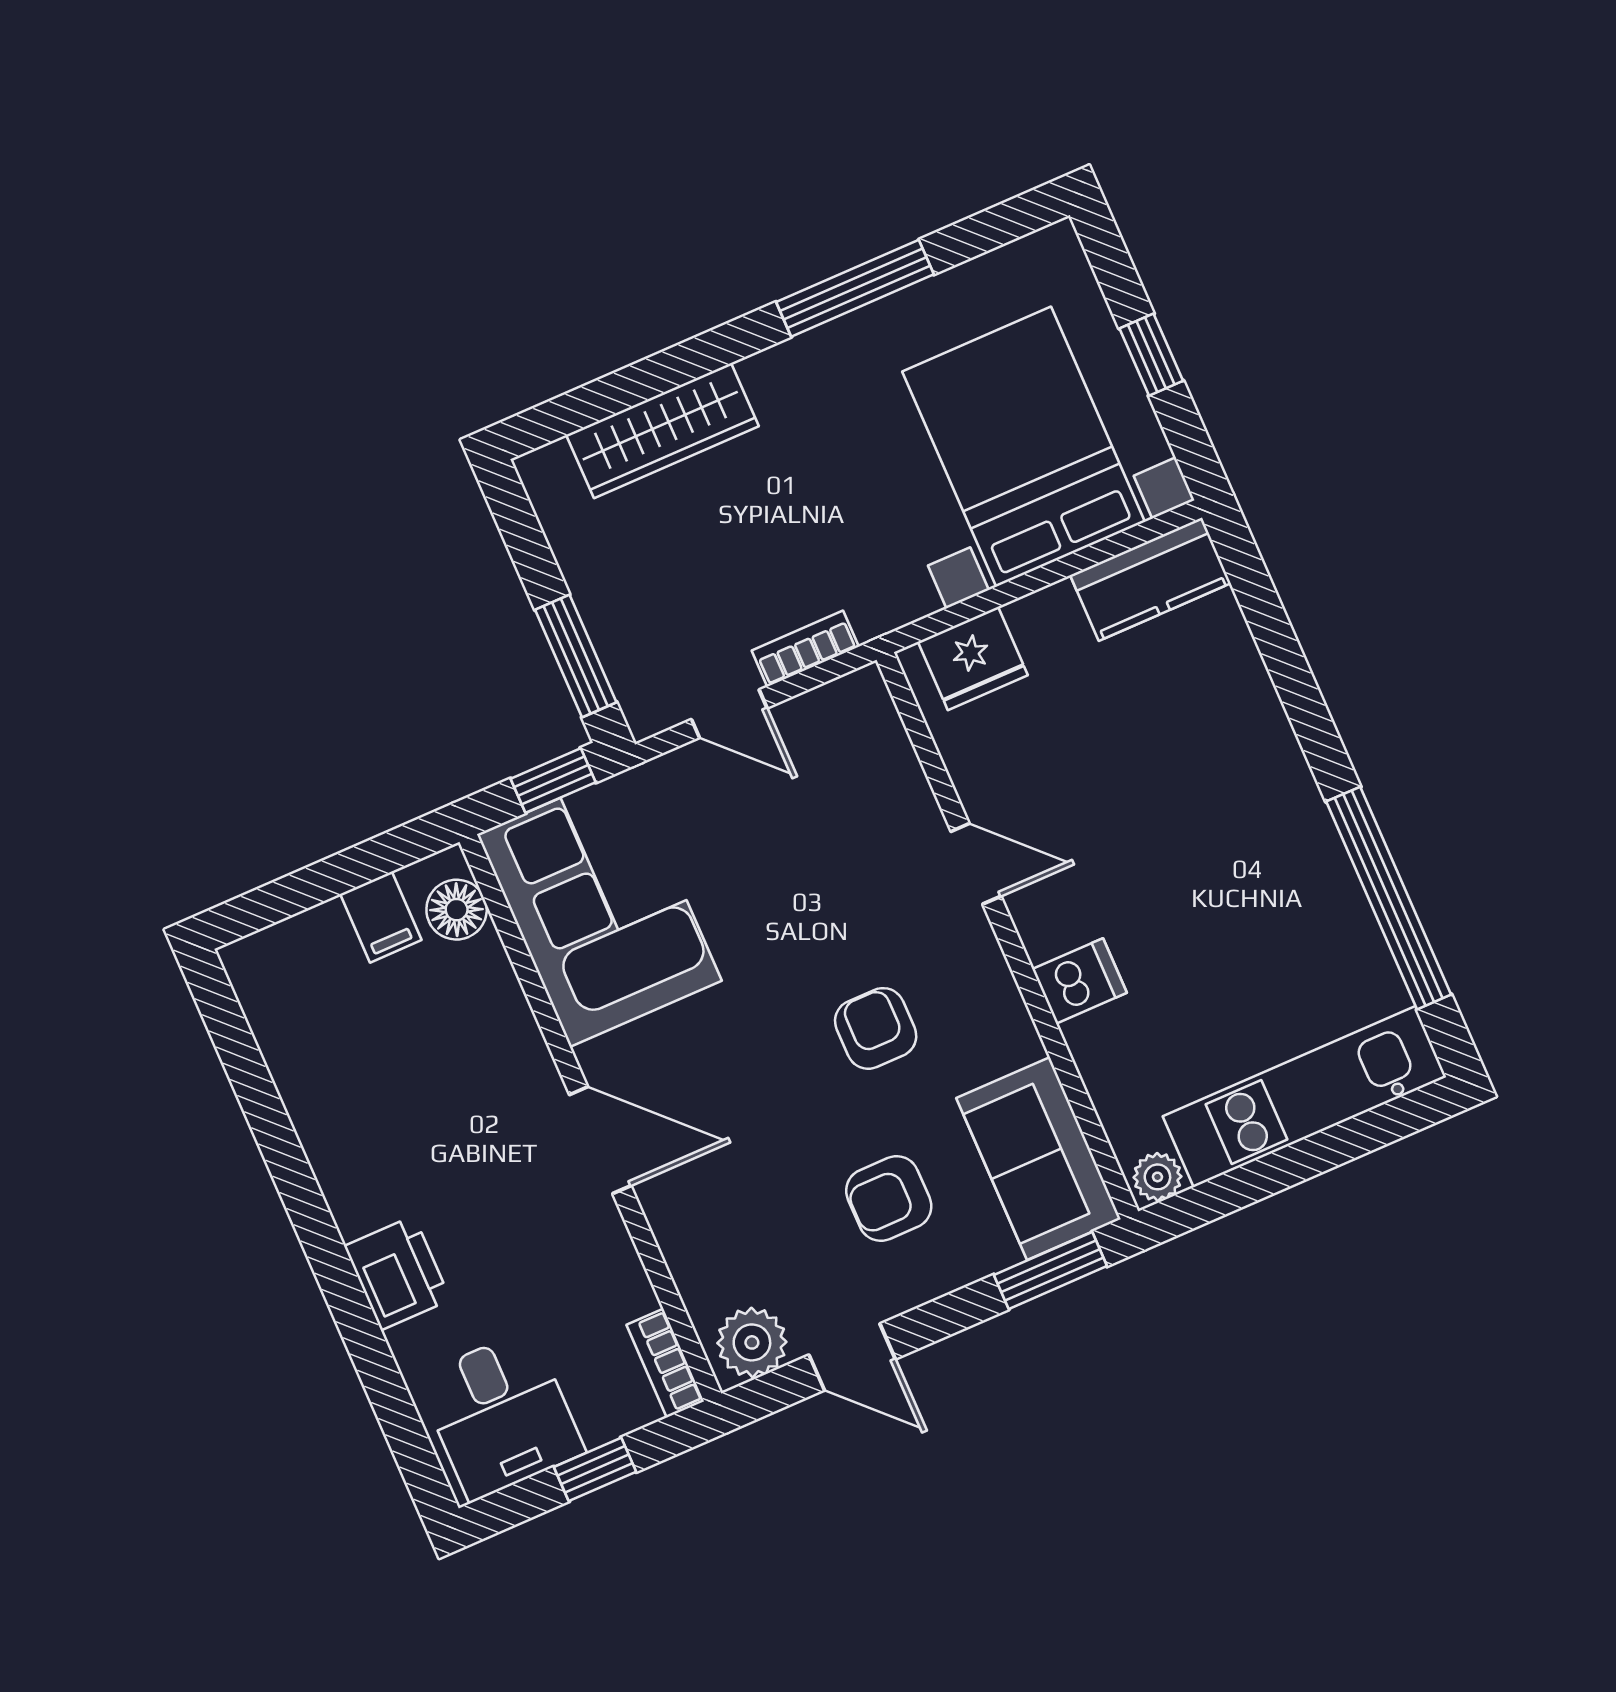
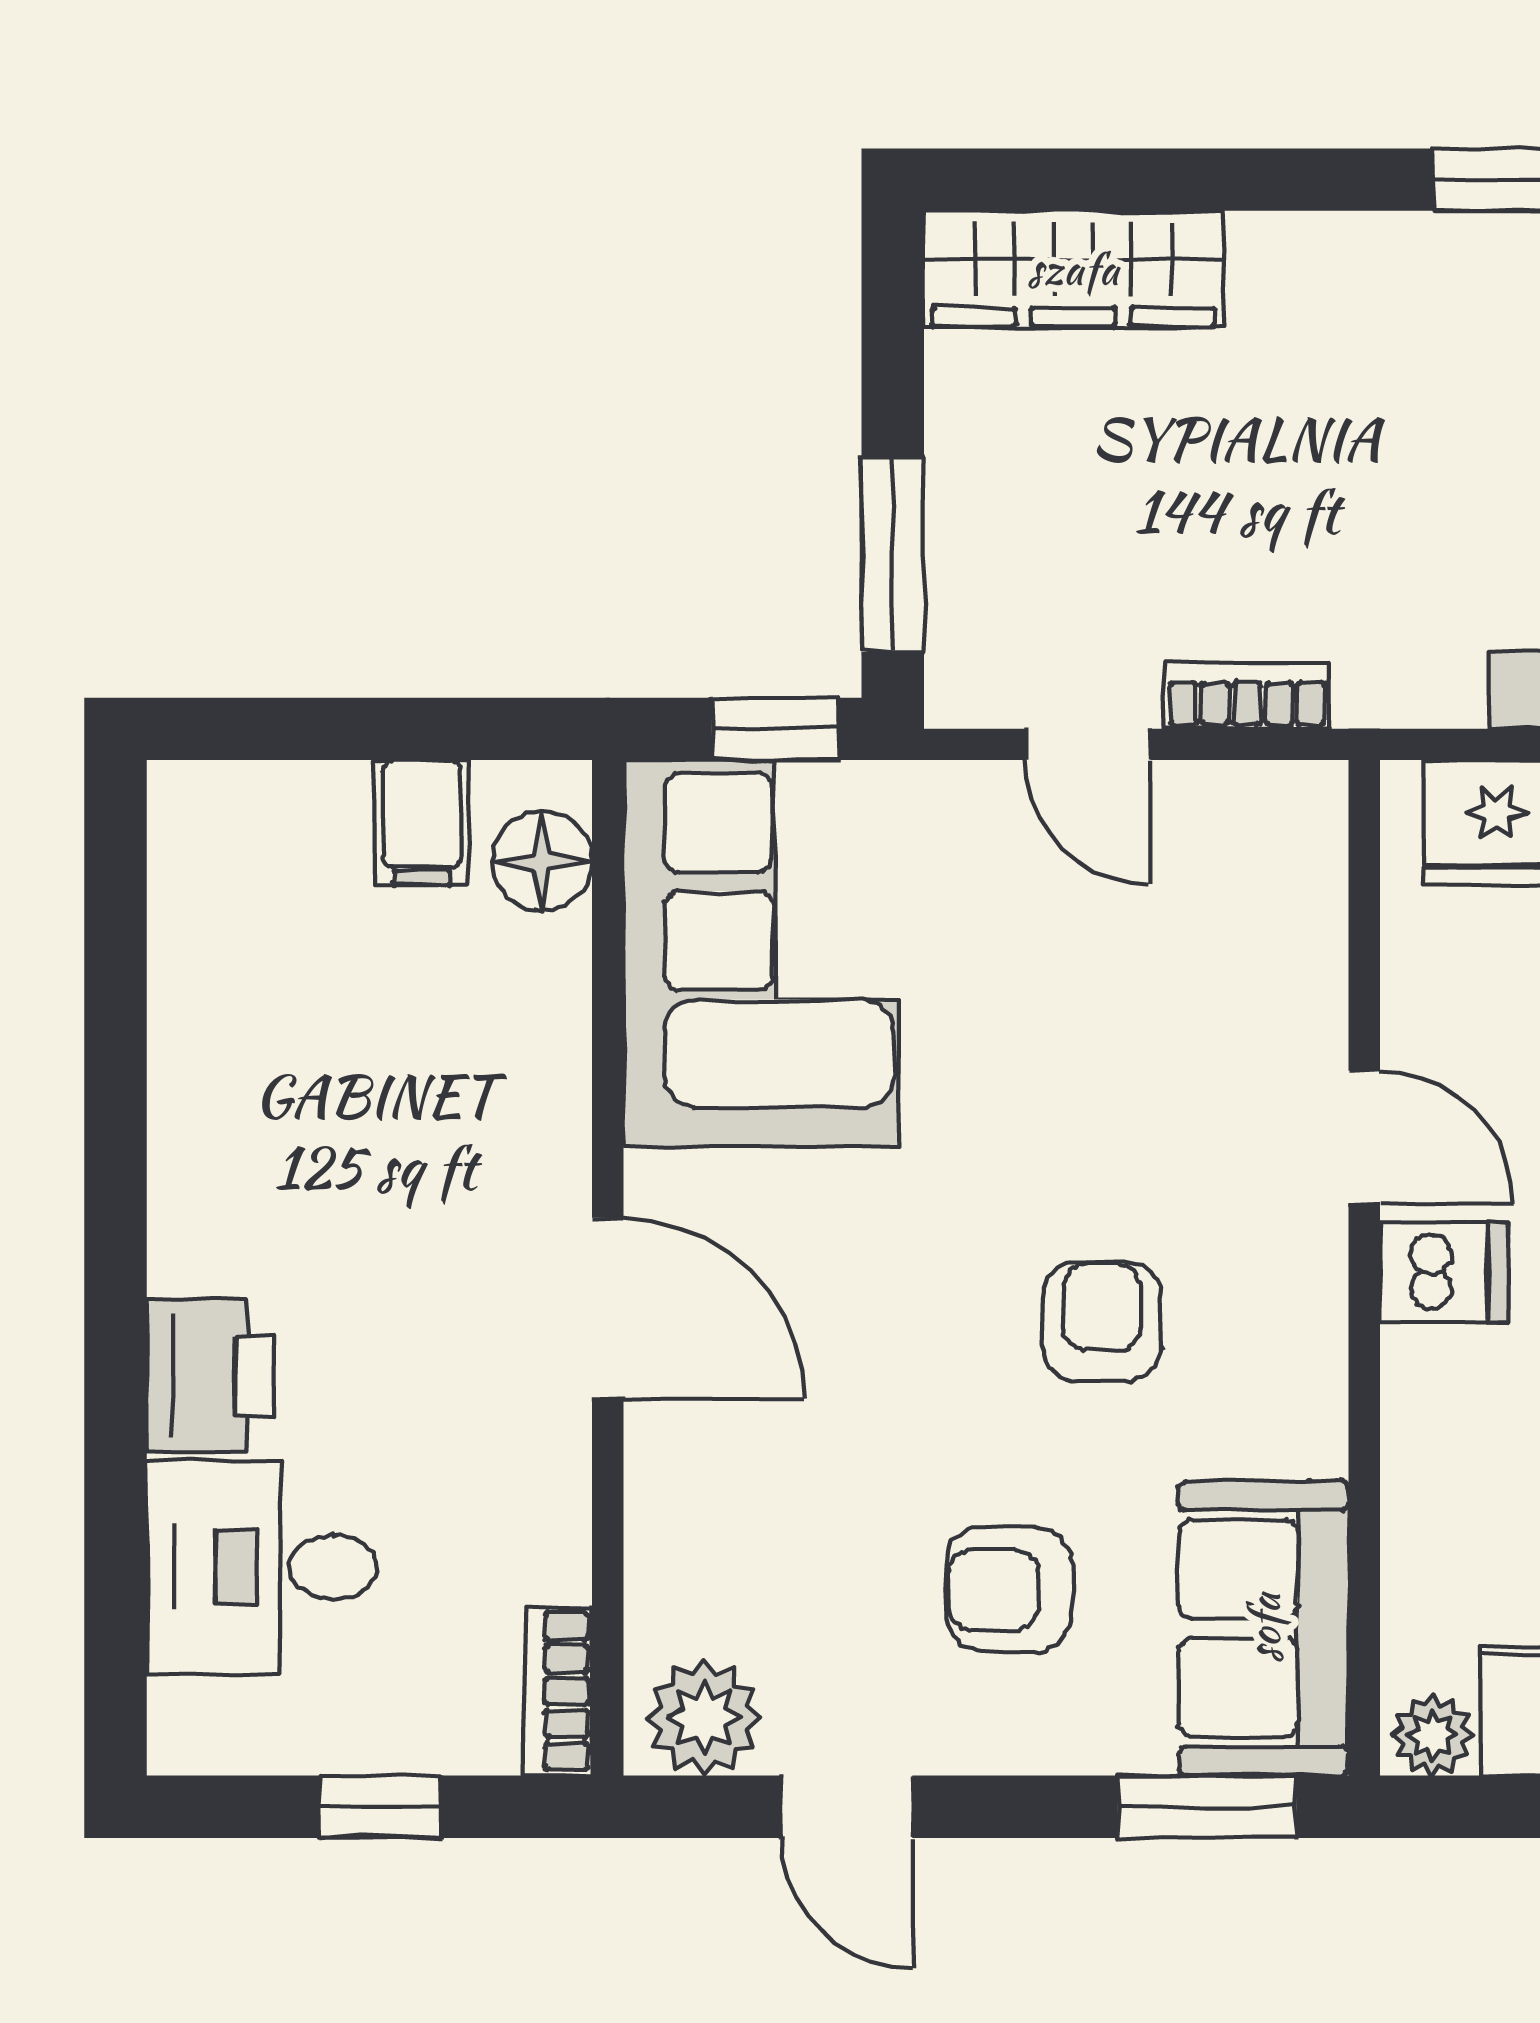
wardrobe: (663, 431) -> (1073, 269), moved
dishwasher: (1080, 981) -> (1444, 1273), moved
desk: (501, 1415) -> (261, 1567), moved, turned 90

